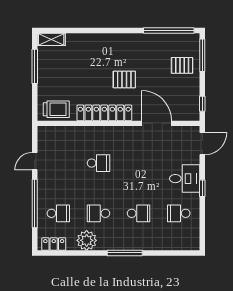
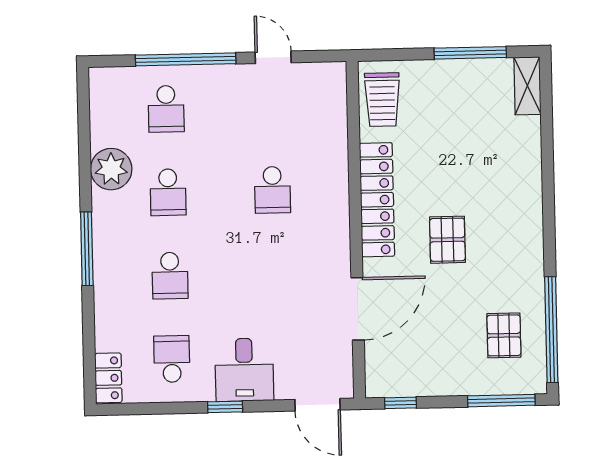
pallet: (182, 65) -> (504, 335), moved
school desk: (98, 213) -> (168, 192), turned 180
locker: (54, 244) -> (108, 378), moved

